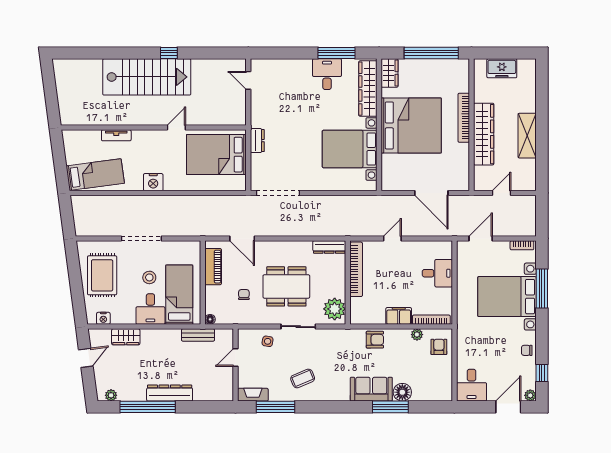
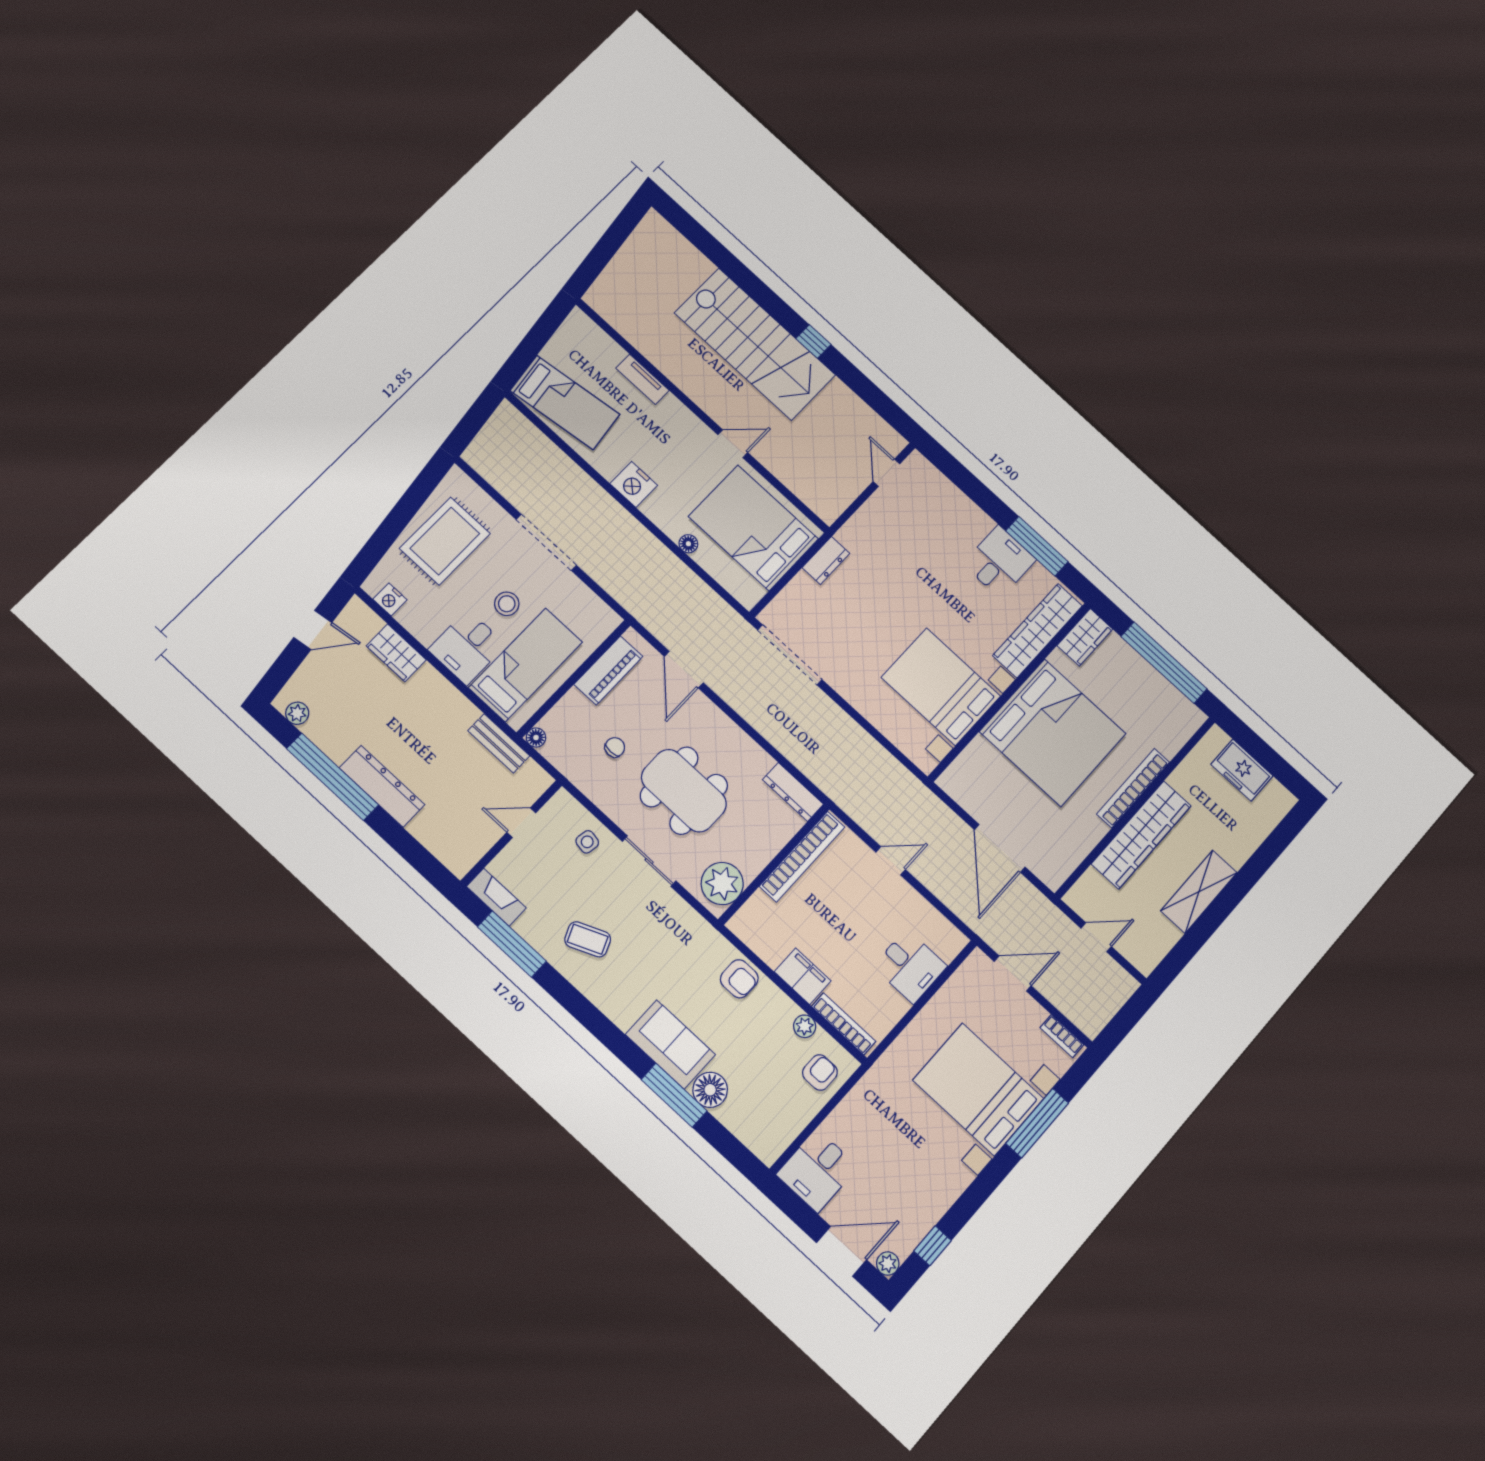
floor lamp: (197, 186) -> (688, 544), added
chair: (527, 350) -> (939, 1193), removed

